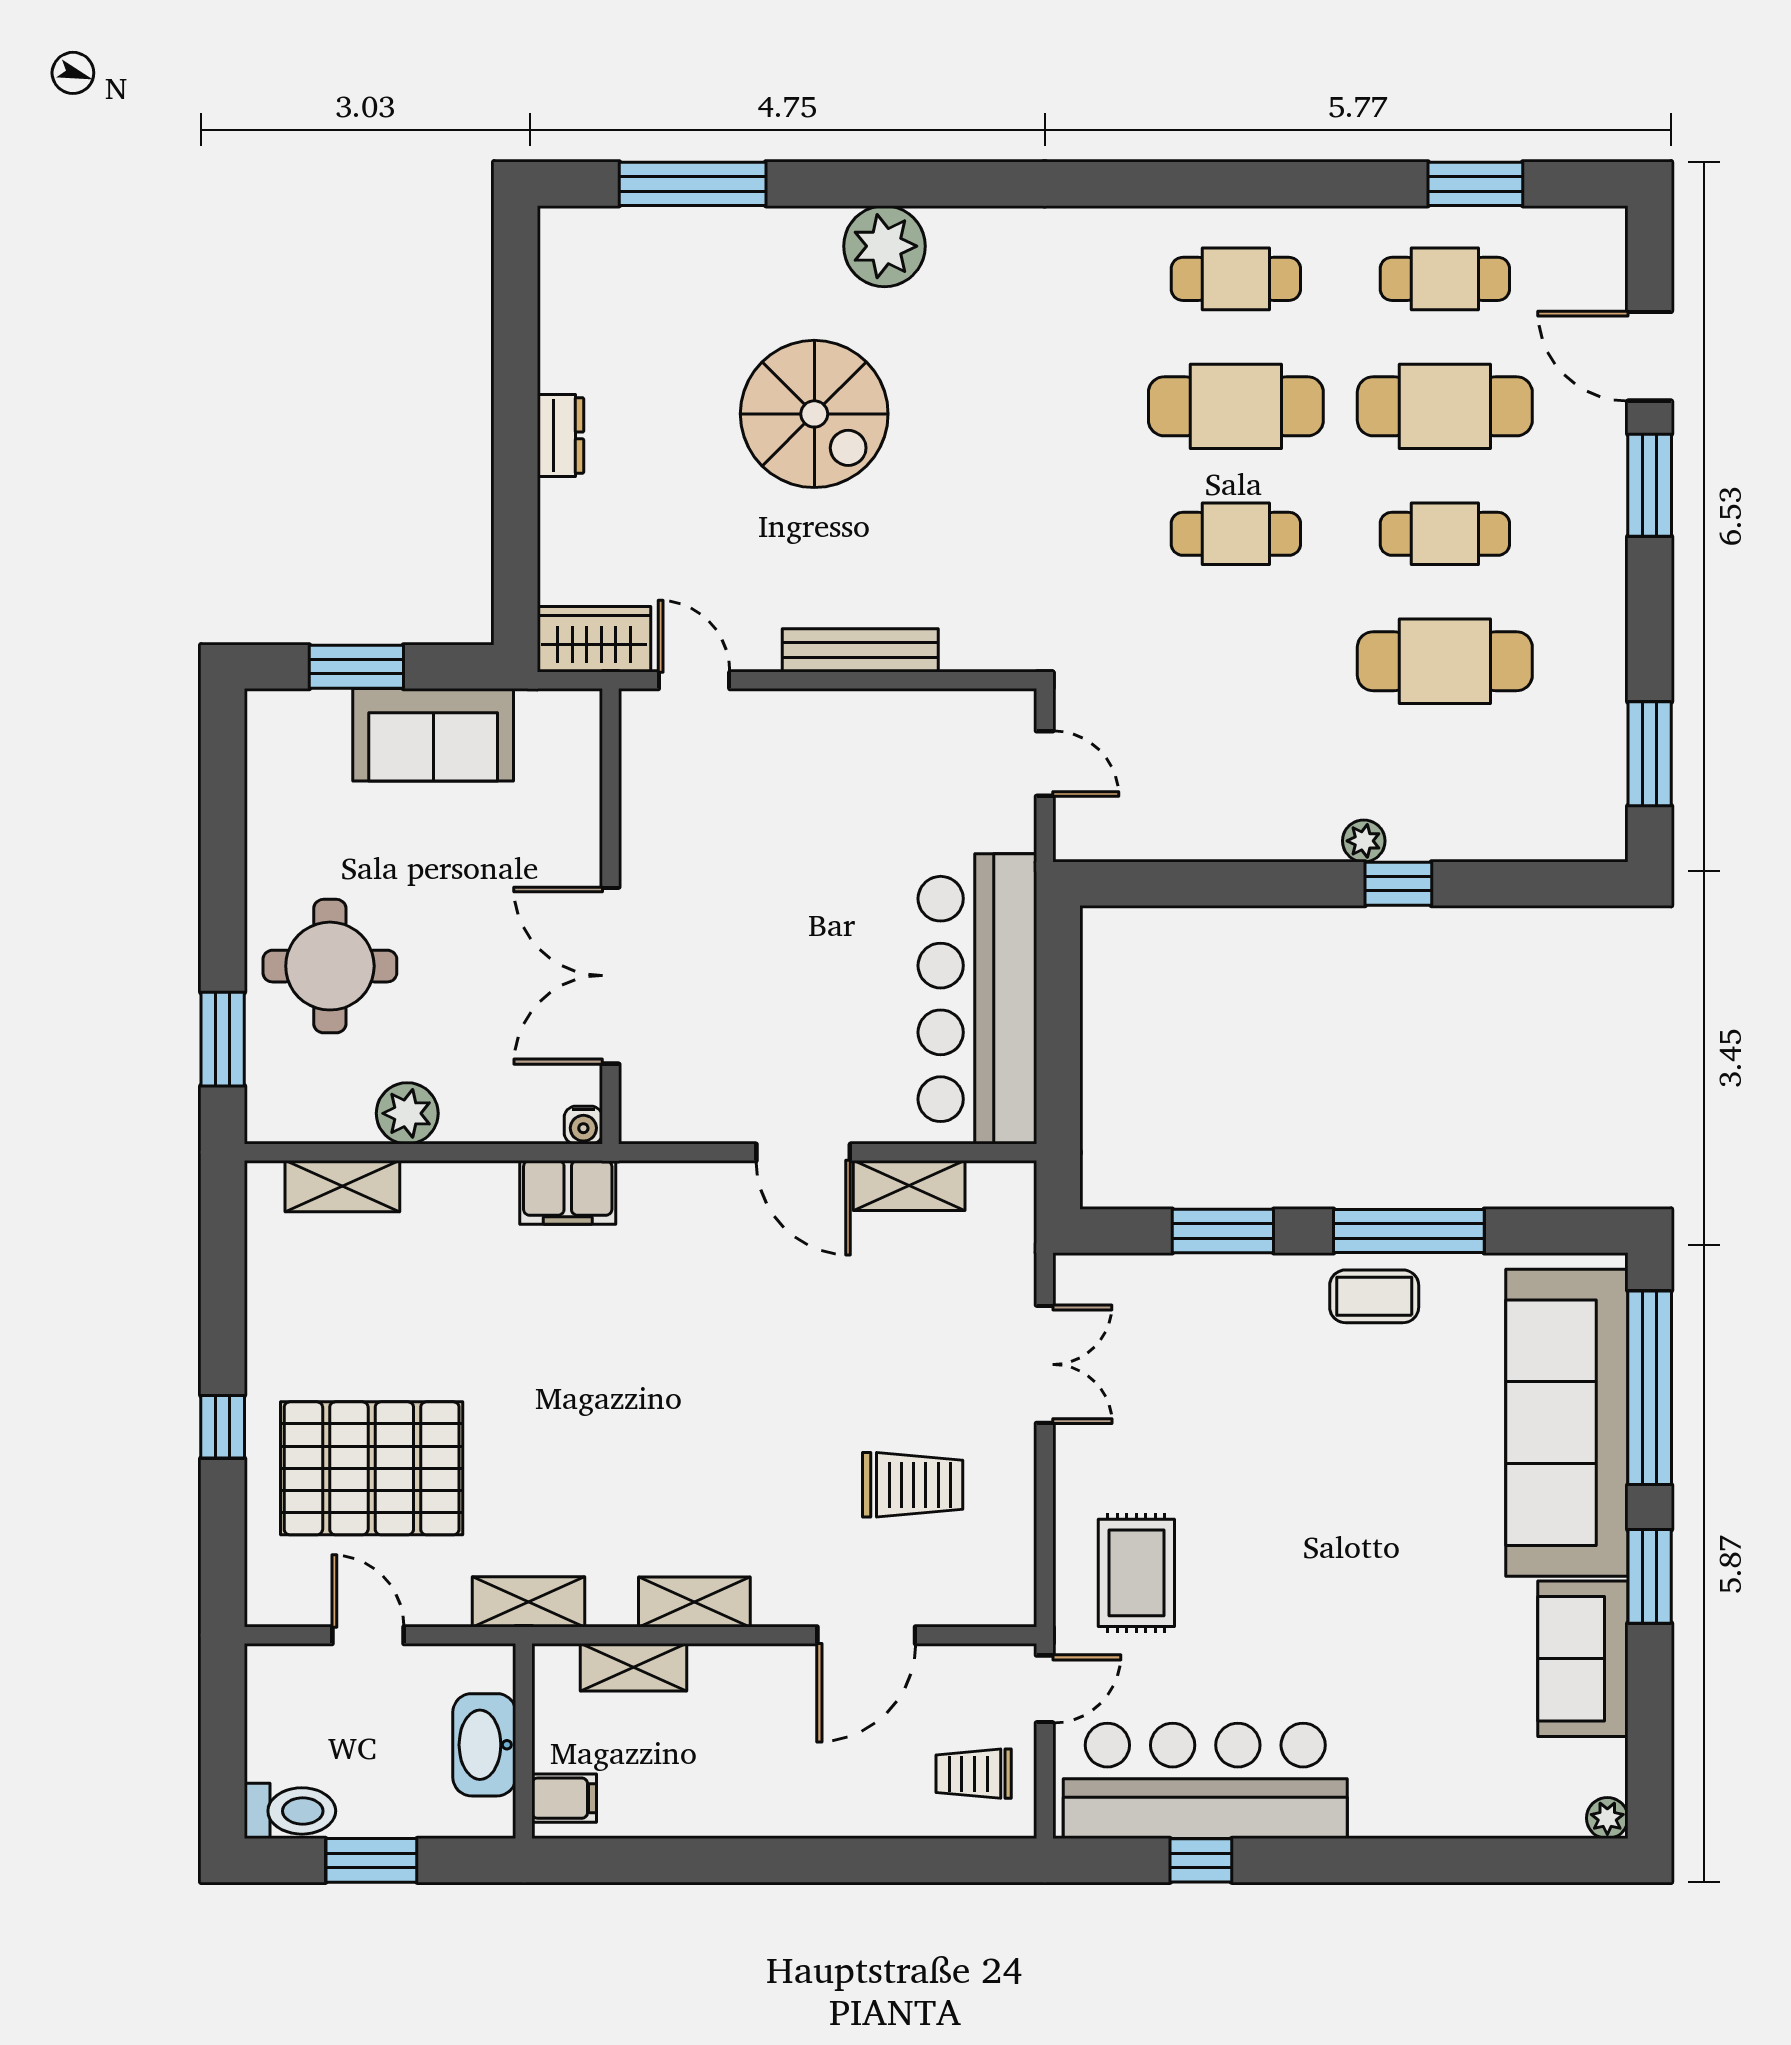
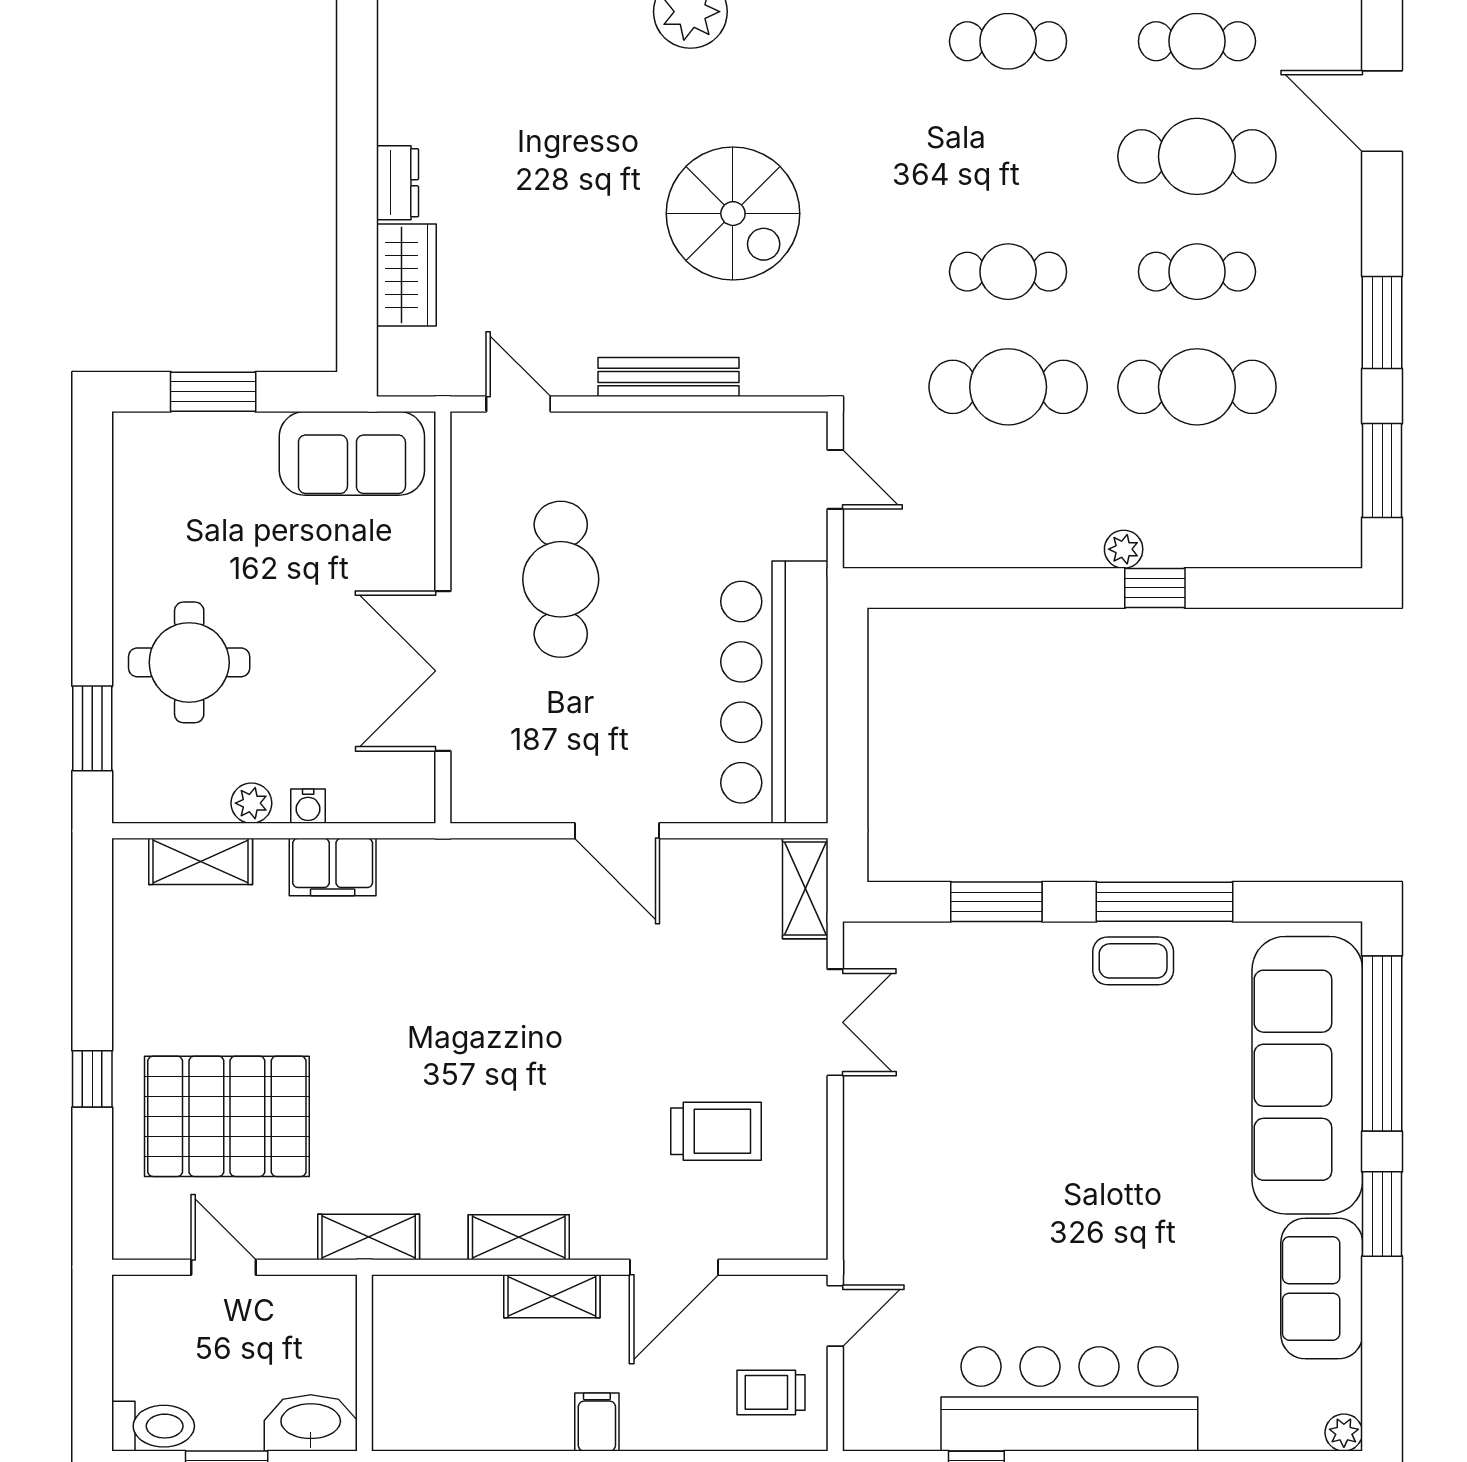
cafe table: (1236, 406) -> (1008, 387), moved
spiral stairs: (814, 414) -> (733, 214), moved
window: (1650, 485) -> (1382, 322), moved
wardrobe: (594, 639) -> (406, 275), moved, turned 90
sofa: (433, 735) -> (352, 453), moved
cafe table: (741, 874) -> (561, 579), added
plant: (407, 1113) -> (251, 803), width x0.73, depth x0.73
water cooler: (583, 1125) -> (308, 806), moved
shelving: (909, 1186) -> (805, 889), moved, turned 90
filing cabinet: (568, 1192) -> (333, 867), moved
rug: (1136, 1573) -> (918, 1211), removed
shelving: (634, 1667) -> (552, 1296), moved
washbasin: (484, 1745) -> (311, 1423), moved, turned 90
bar counter: (1205, 1781) -> (1069, 1399), moved
filing cabinet: (564, 1798) -> (597, 1422), moved, turned -90

